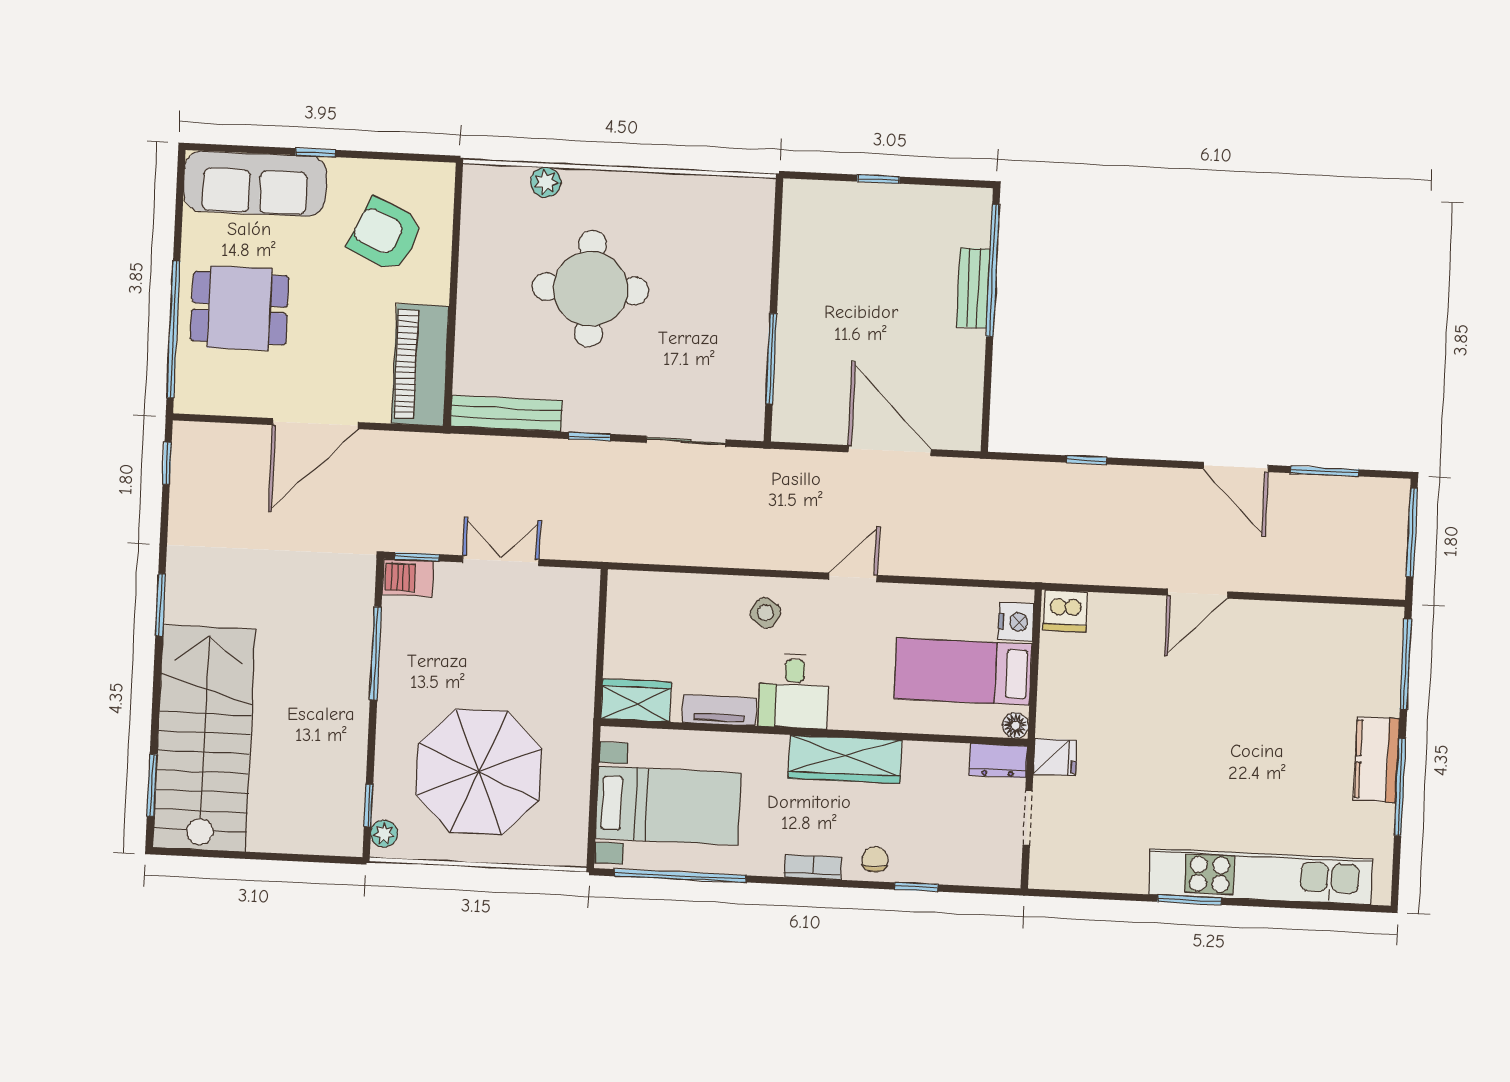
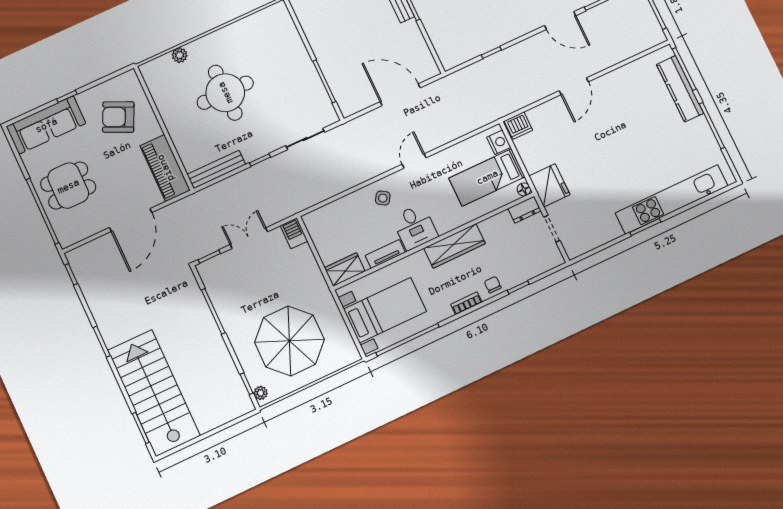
barbecue: (408, 578) -> (294, 233), moved, turned 90
fridge: (1055, 757) -> (549, 185), width x1.88, depth x1.34
kitchen counter: (1377, 760) -> (680, 89), moved, width x1.50

